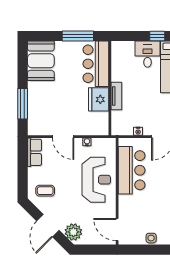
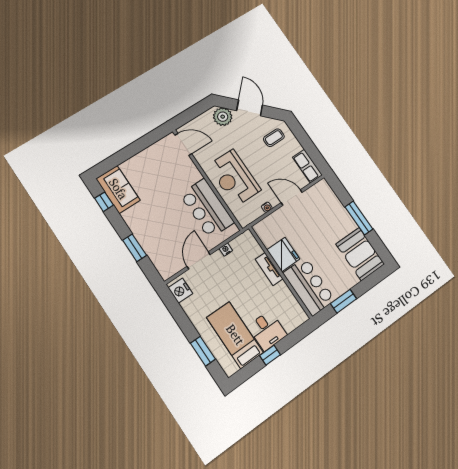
window: (78, 36) -> (344, 301), width x0.69
window: (23, 104) -> (359, 218), moved
side table: (151, 238) -> (145, 157), removed

